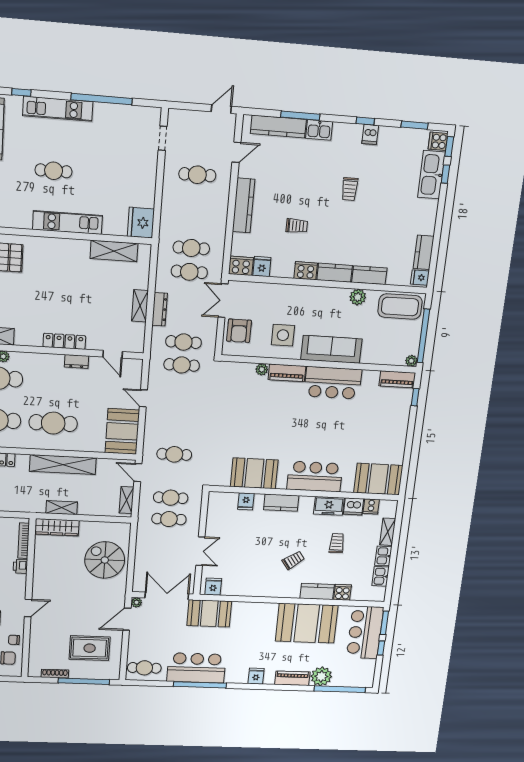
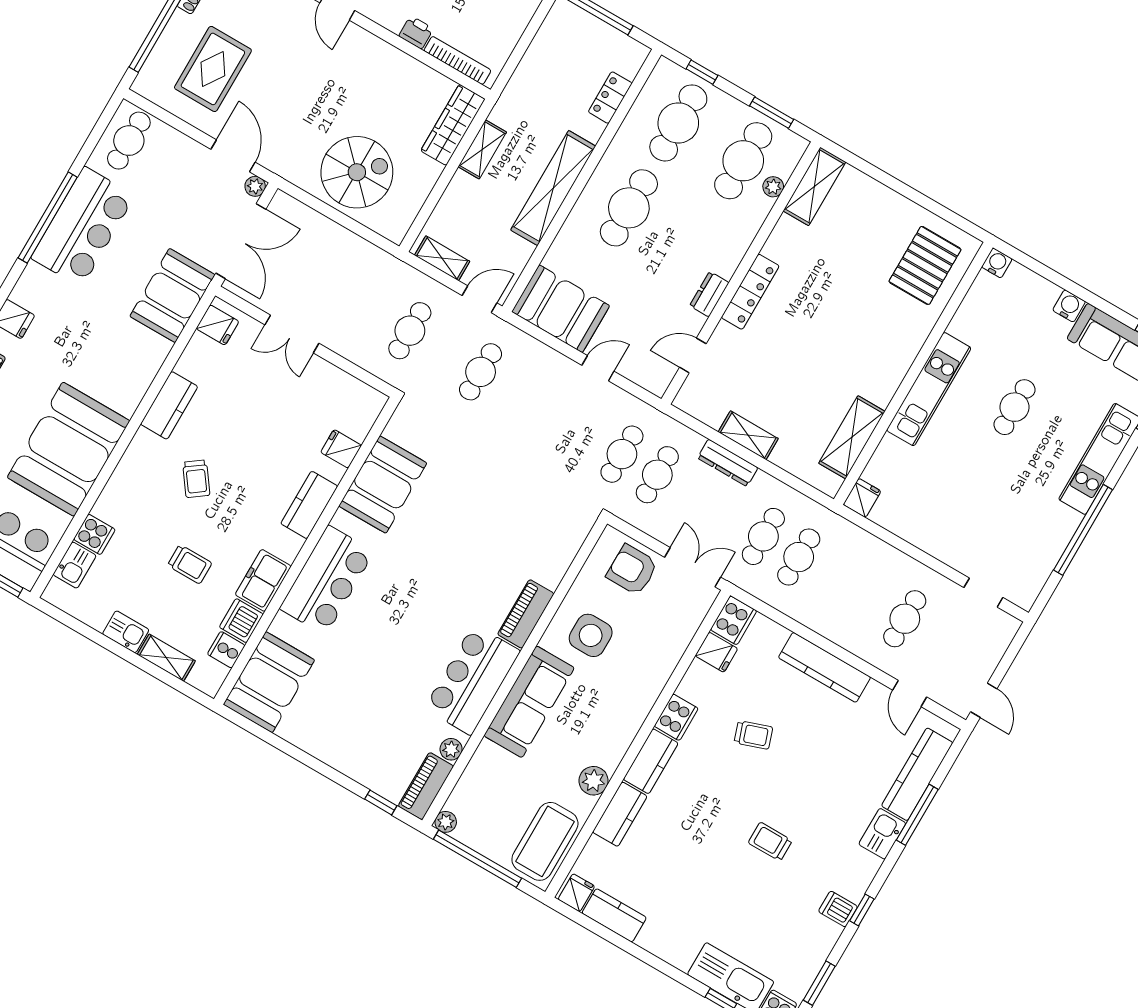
fridge: (141, 223) -> (862, 498), width x0.53, depth x0.75
trolley: (297, 226) -> (753, 735), turned -109
plant: (262, 369) -> (451, 749), moved
cafe table: (169, 519) -> (374, 310), removed
kitchen sink: (381, 576) -> (75, 565), moved, turned 90
kitchen counter: (317, 591) -> (169, 405), moved

